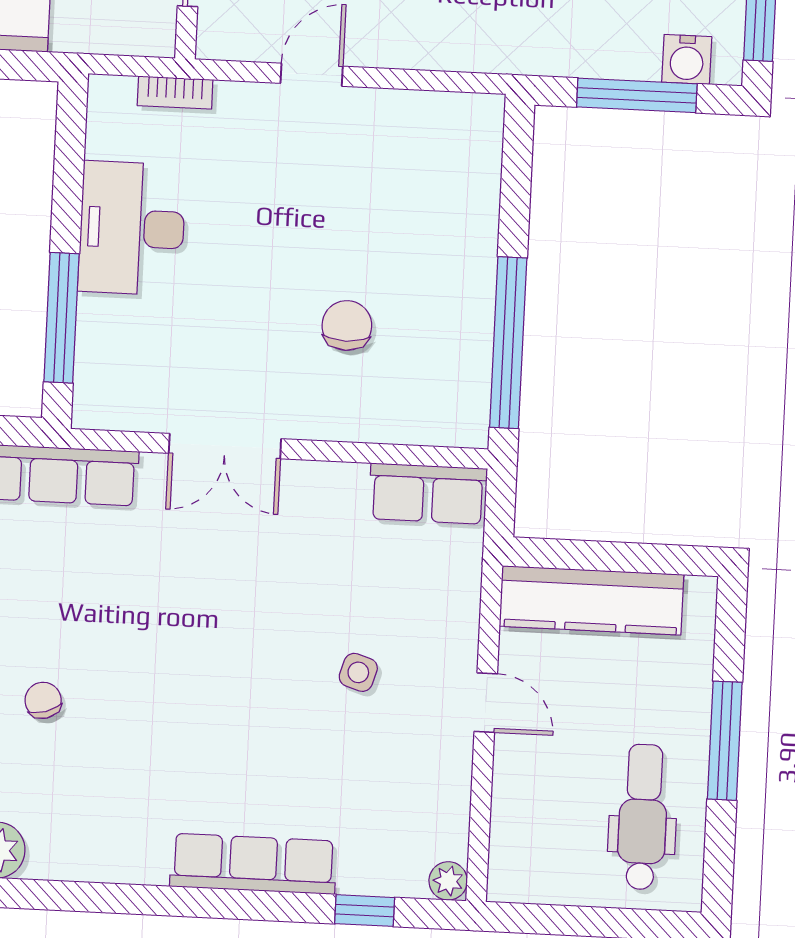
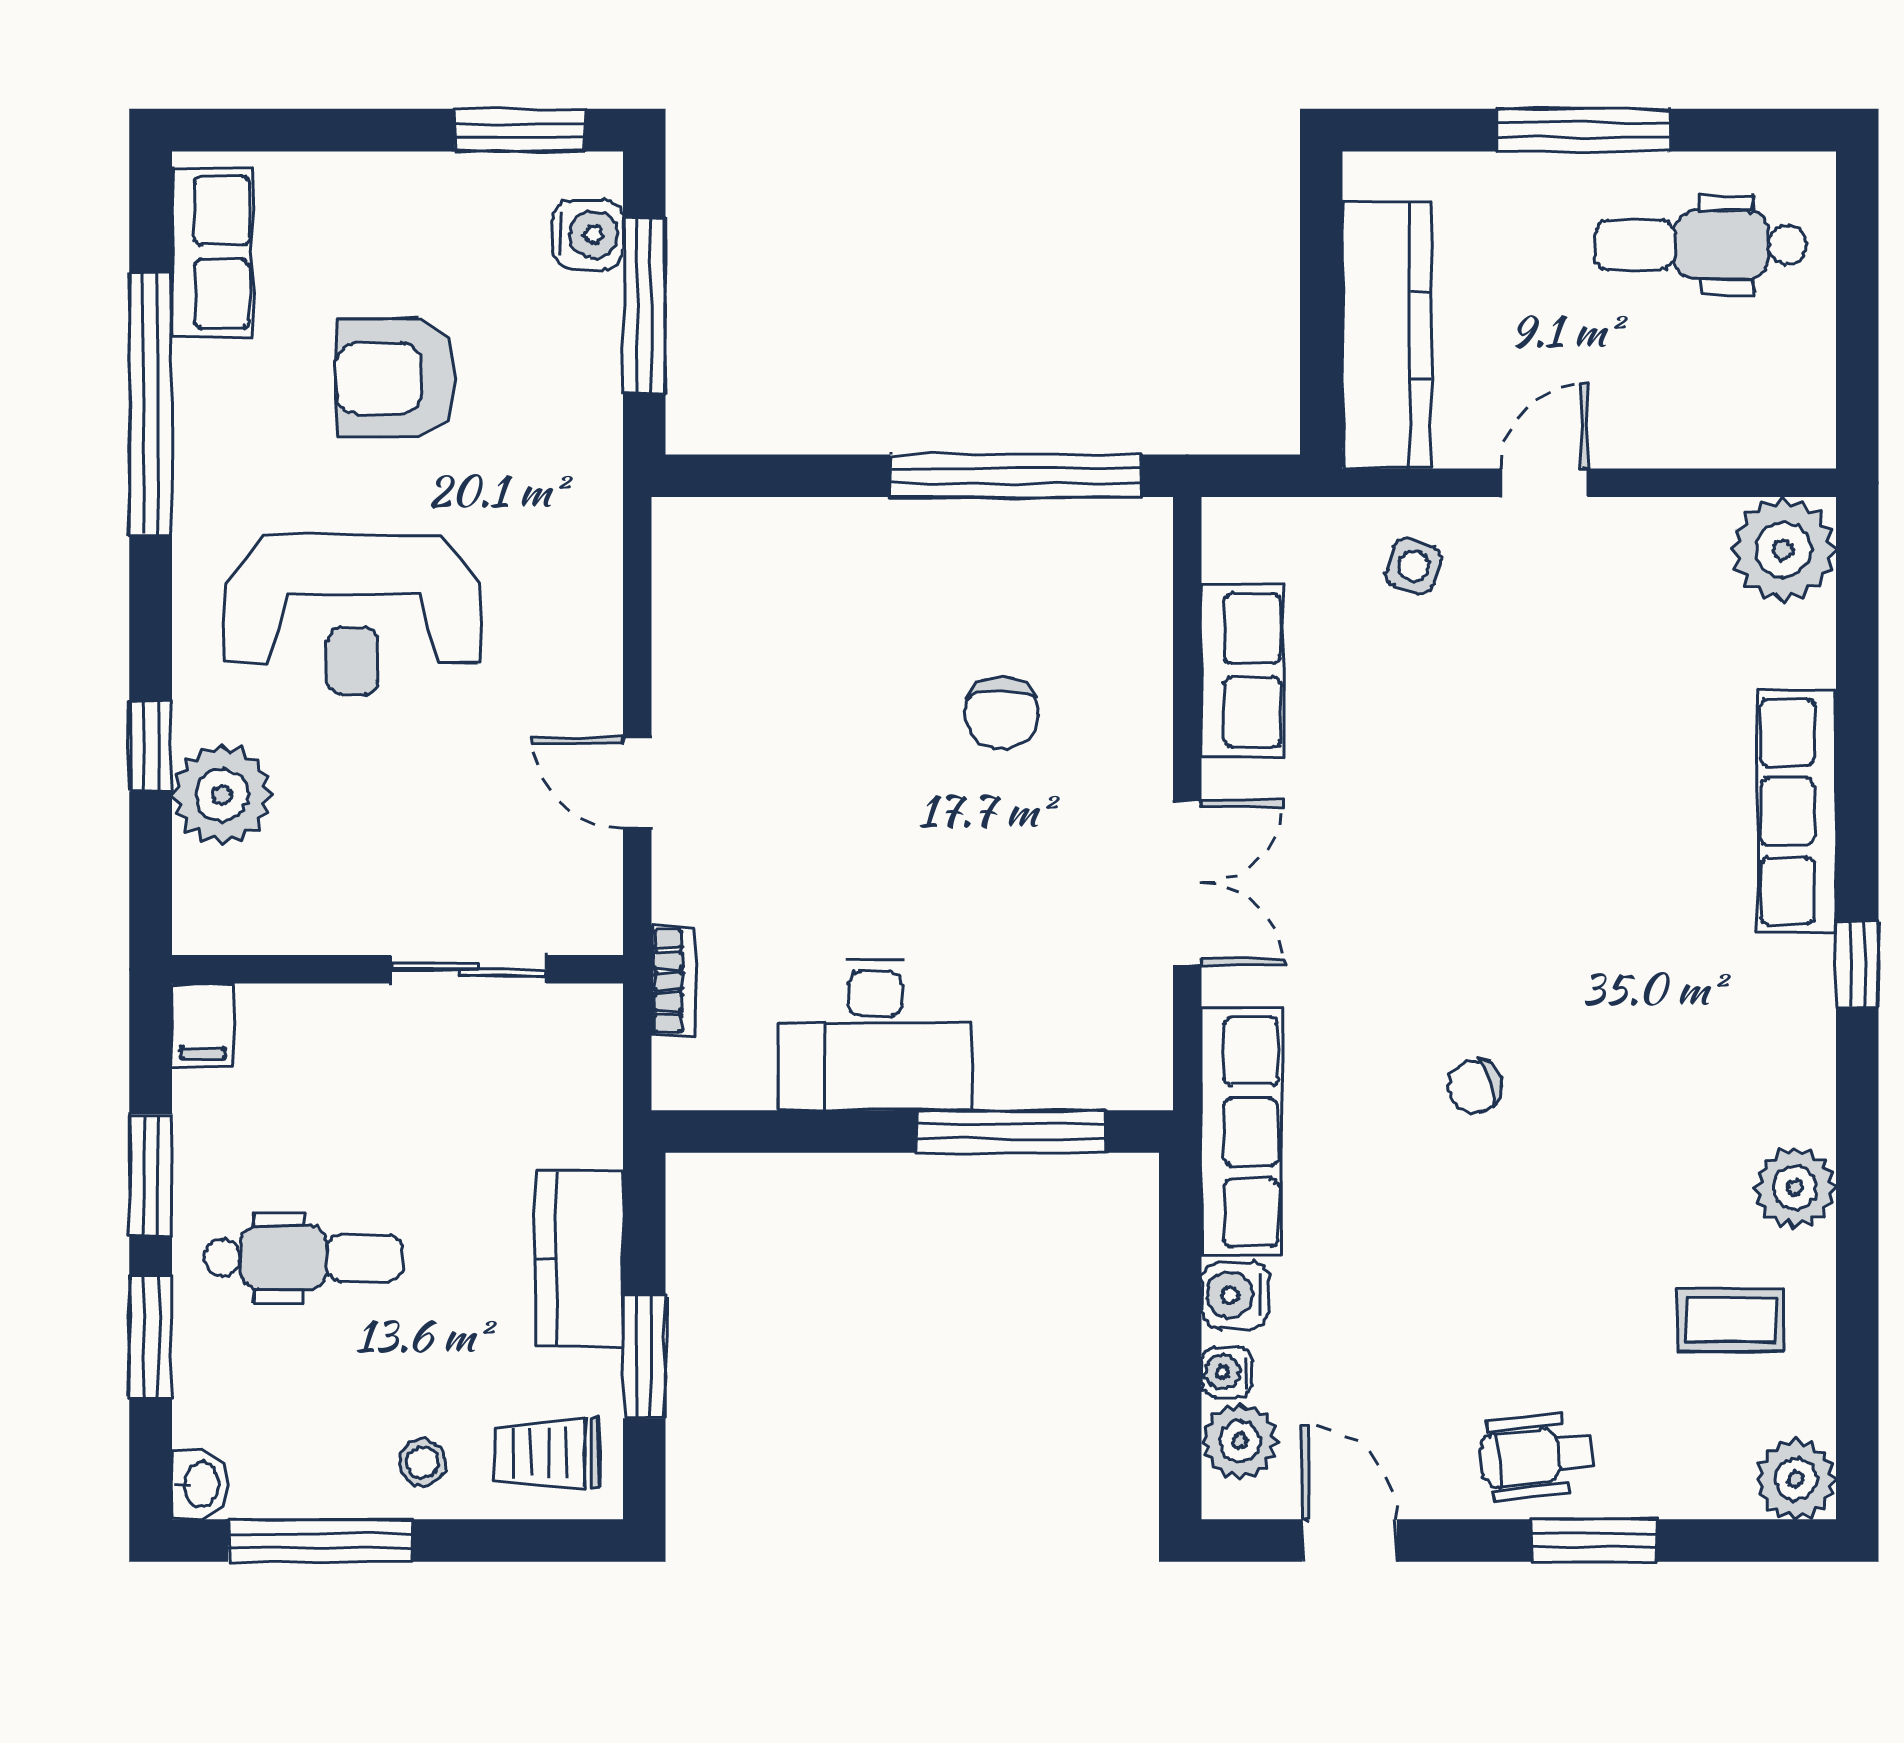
chair: (347, 326) -> (1002, 713), turned -90
row of seats: (428, 494) -> (1242, 670), moved
side table: (358, 672) -> (1414, 566), moved
chair: (43, 700) -> (1475, 1086), moved
plant: (448, 881) -> (1783, 550), width x1.88, depth x1.88
window: (365, 911) -> (1857, 964), moved

